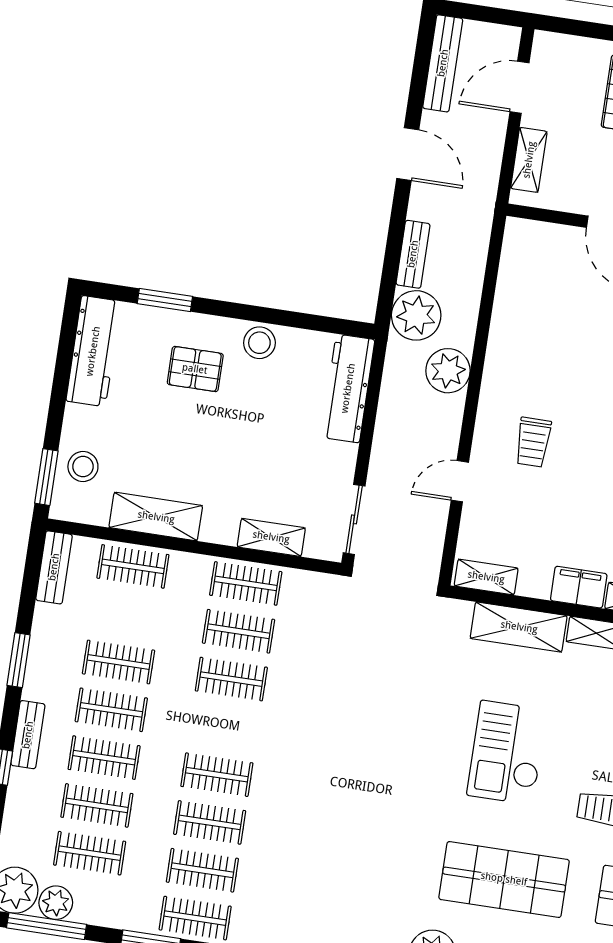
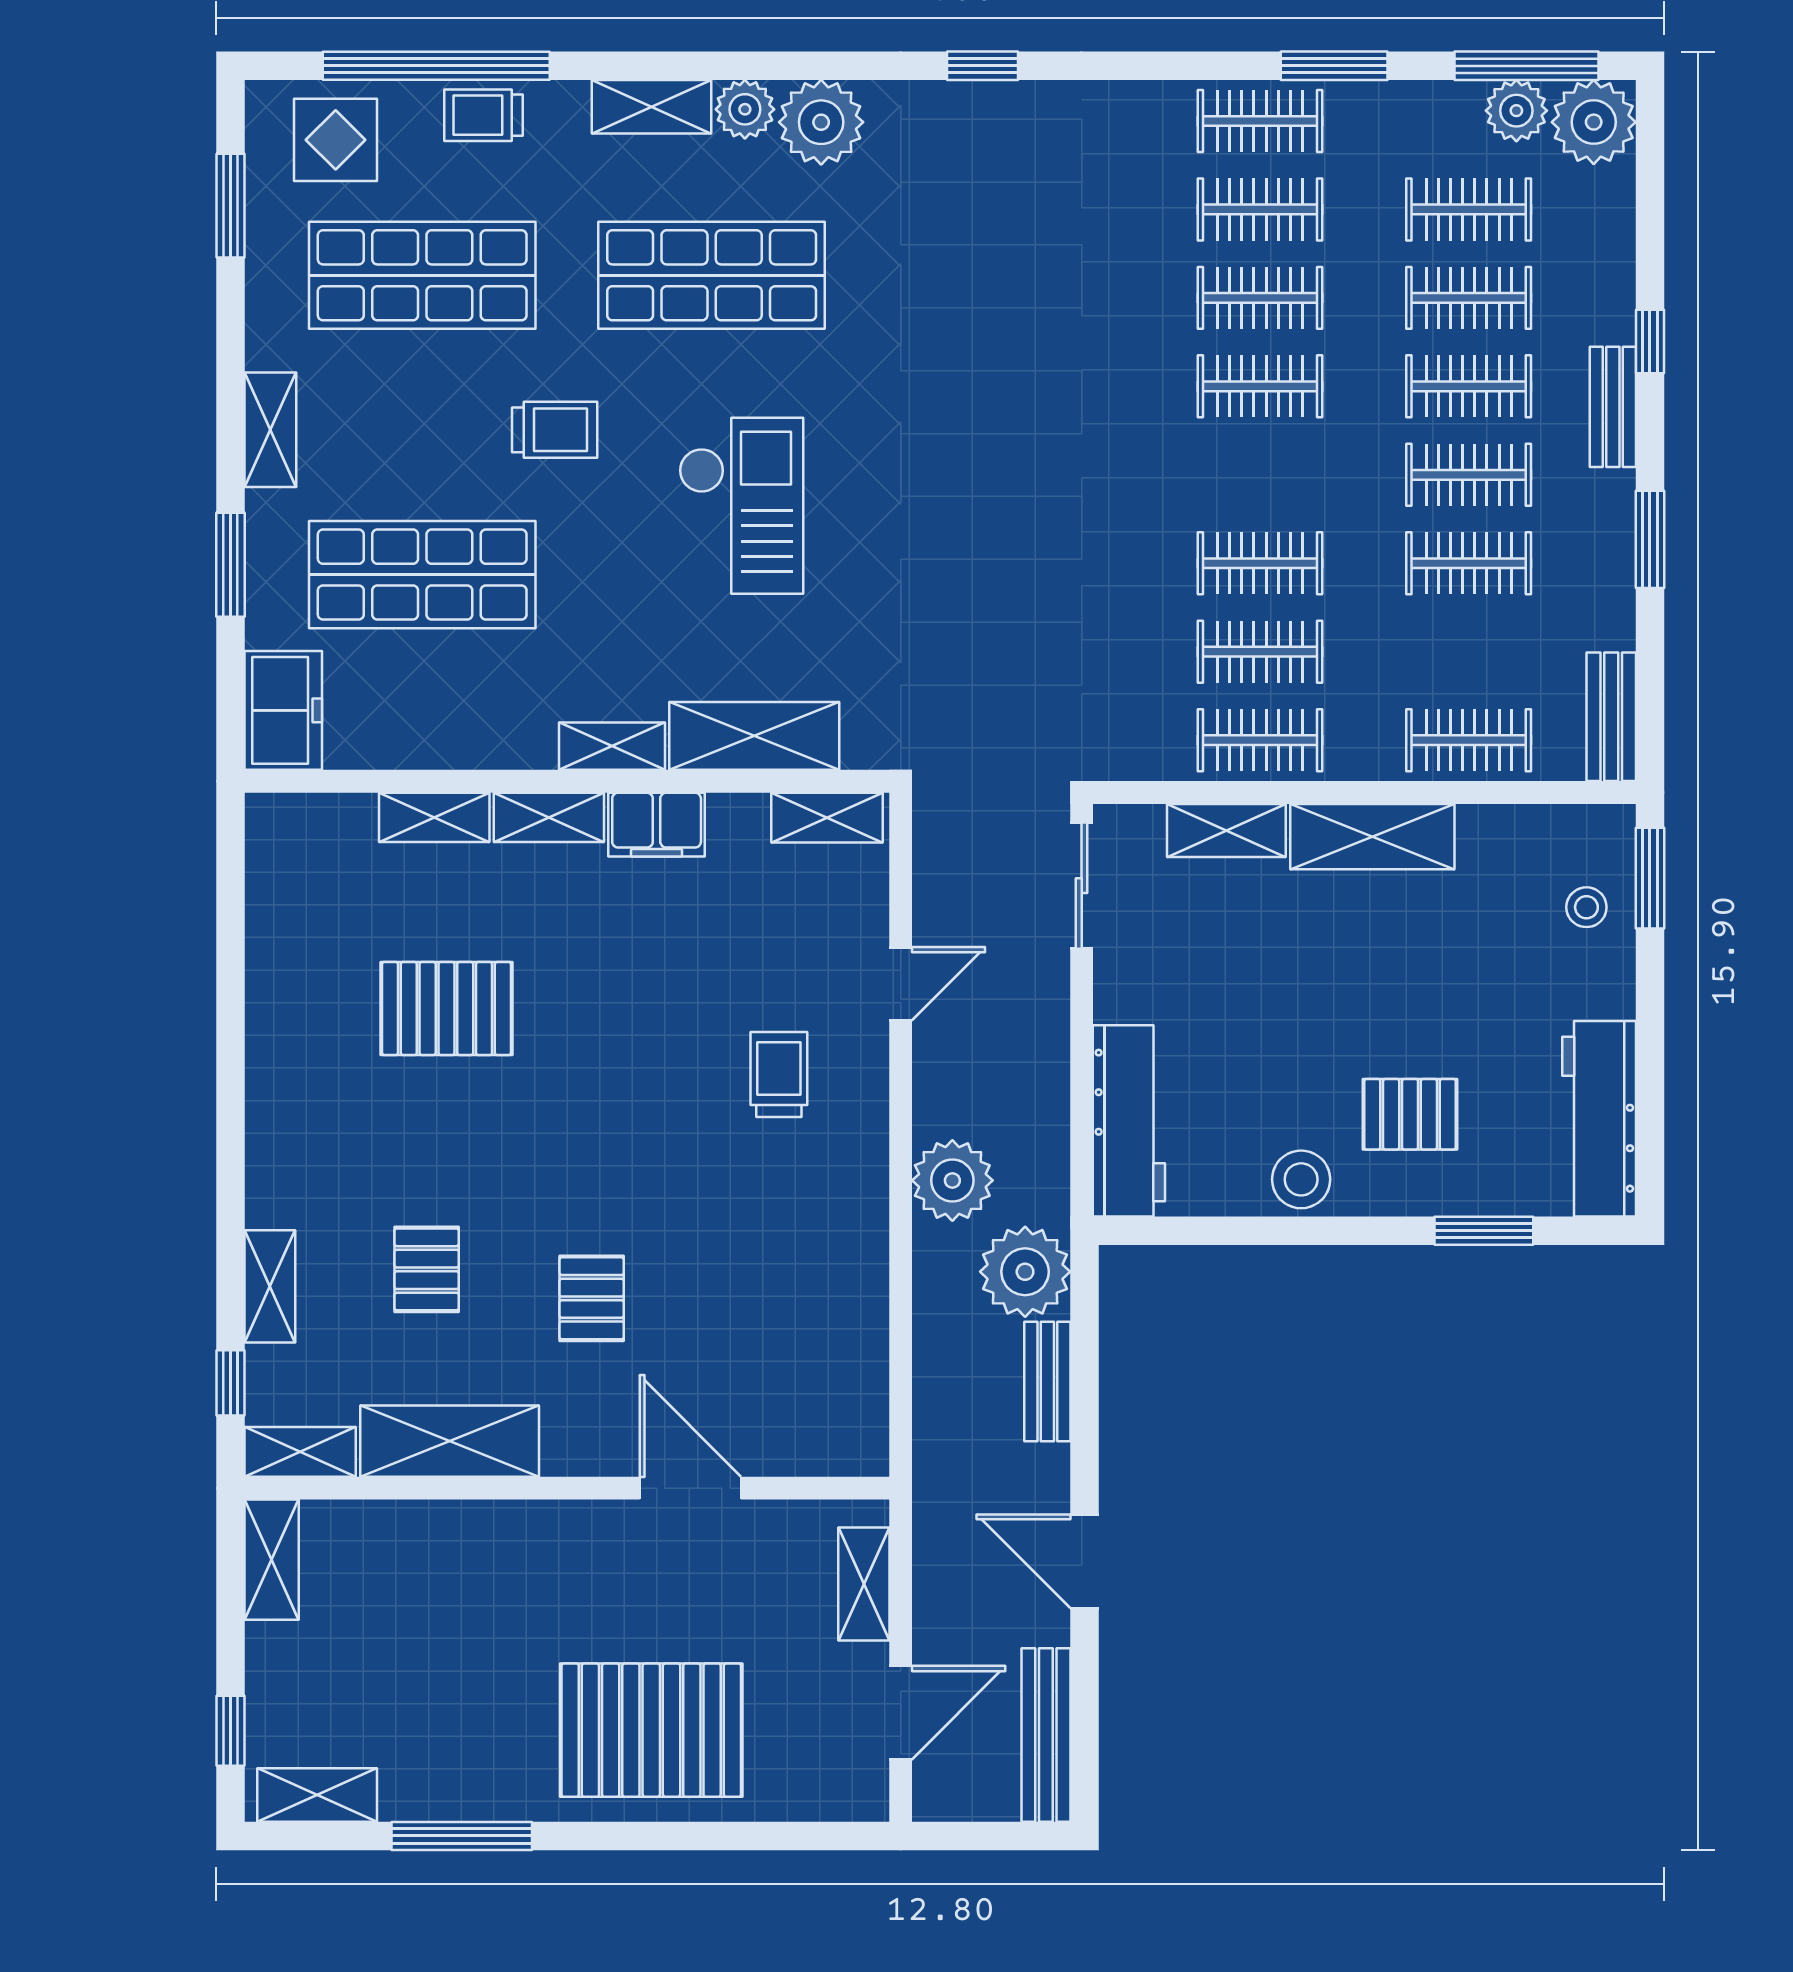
stool: (83, 467) -> (1586, 907), width x0.73, depth x0.73
shelving: (156, 517) -> (1372, 837), moved

